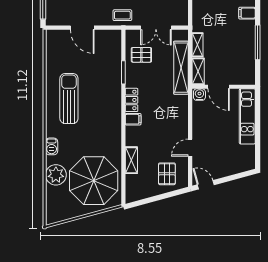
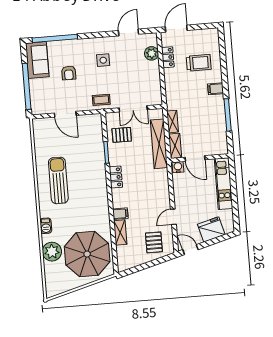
filing cabinet: (133, 119) -> (120, 214), moved
fridge: (230, 165) -> (211, 229), added

